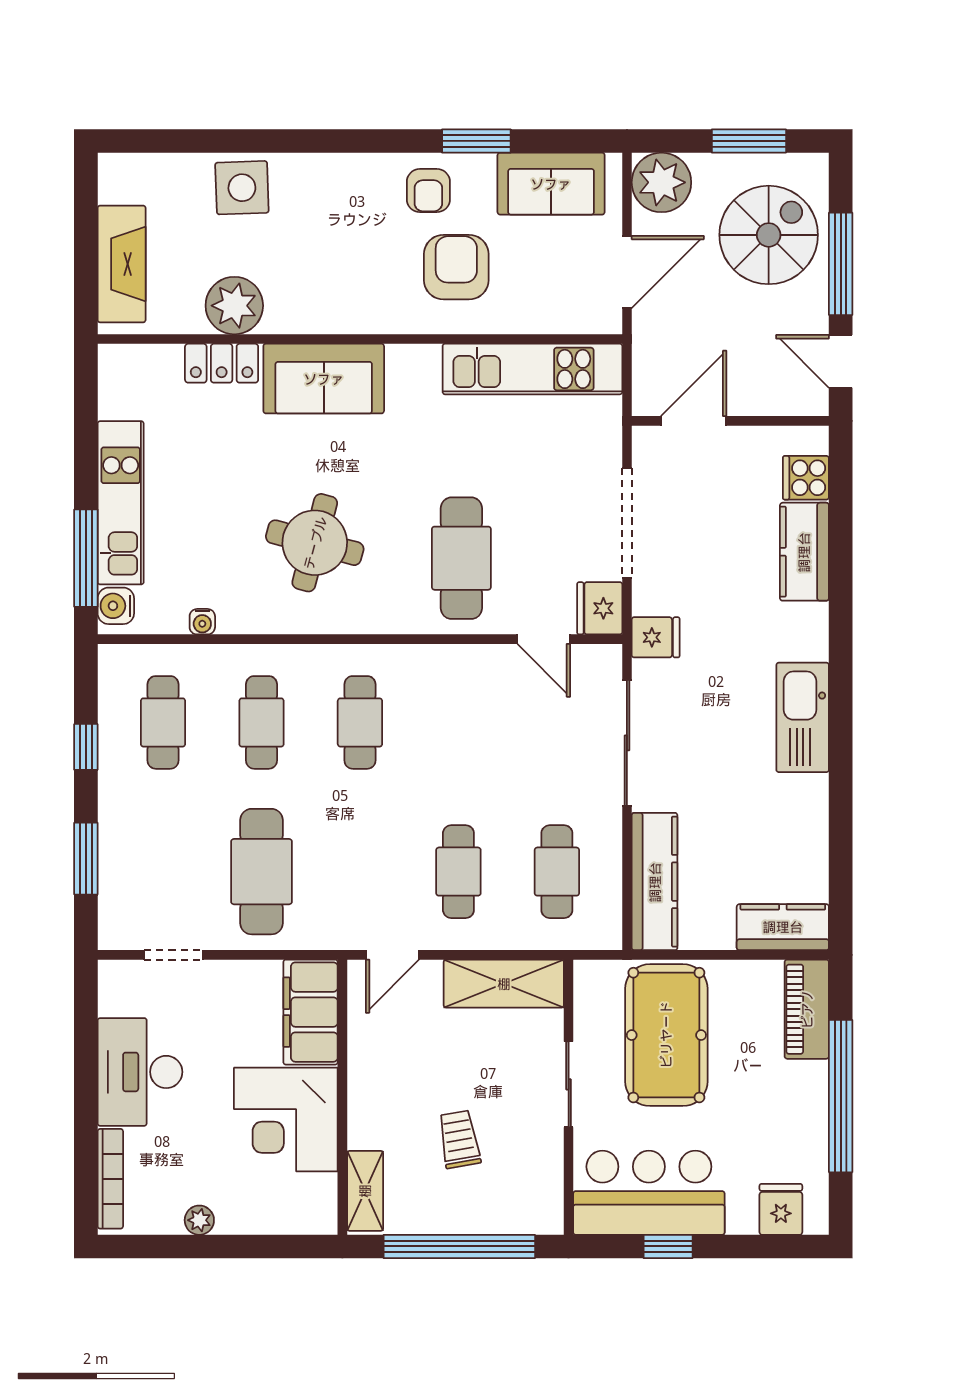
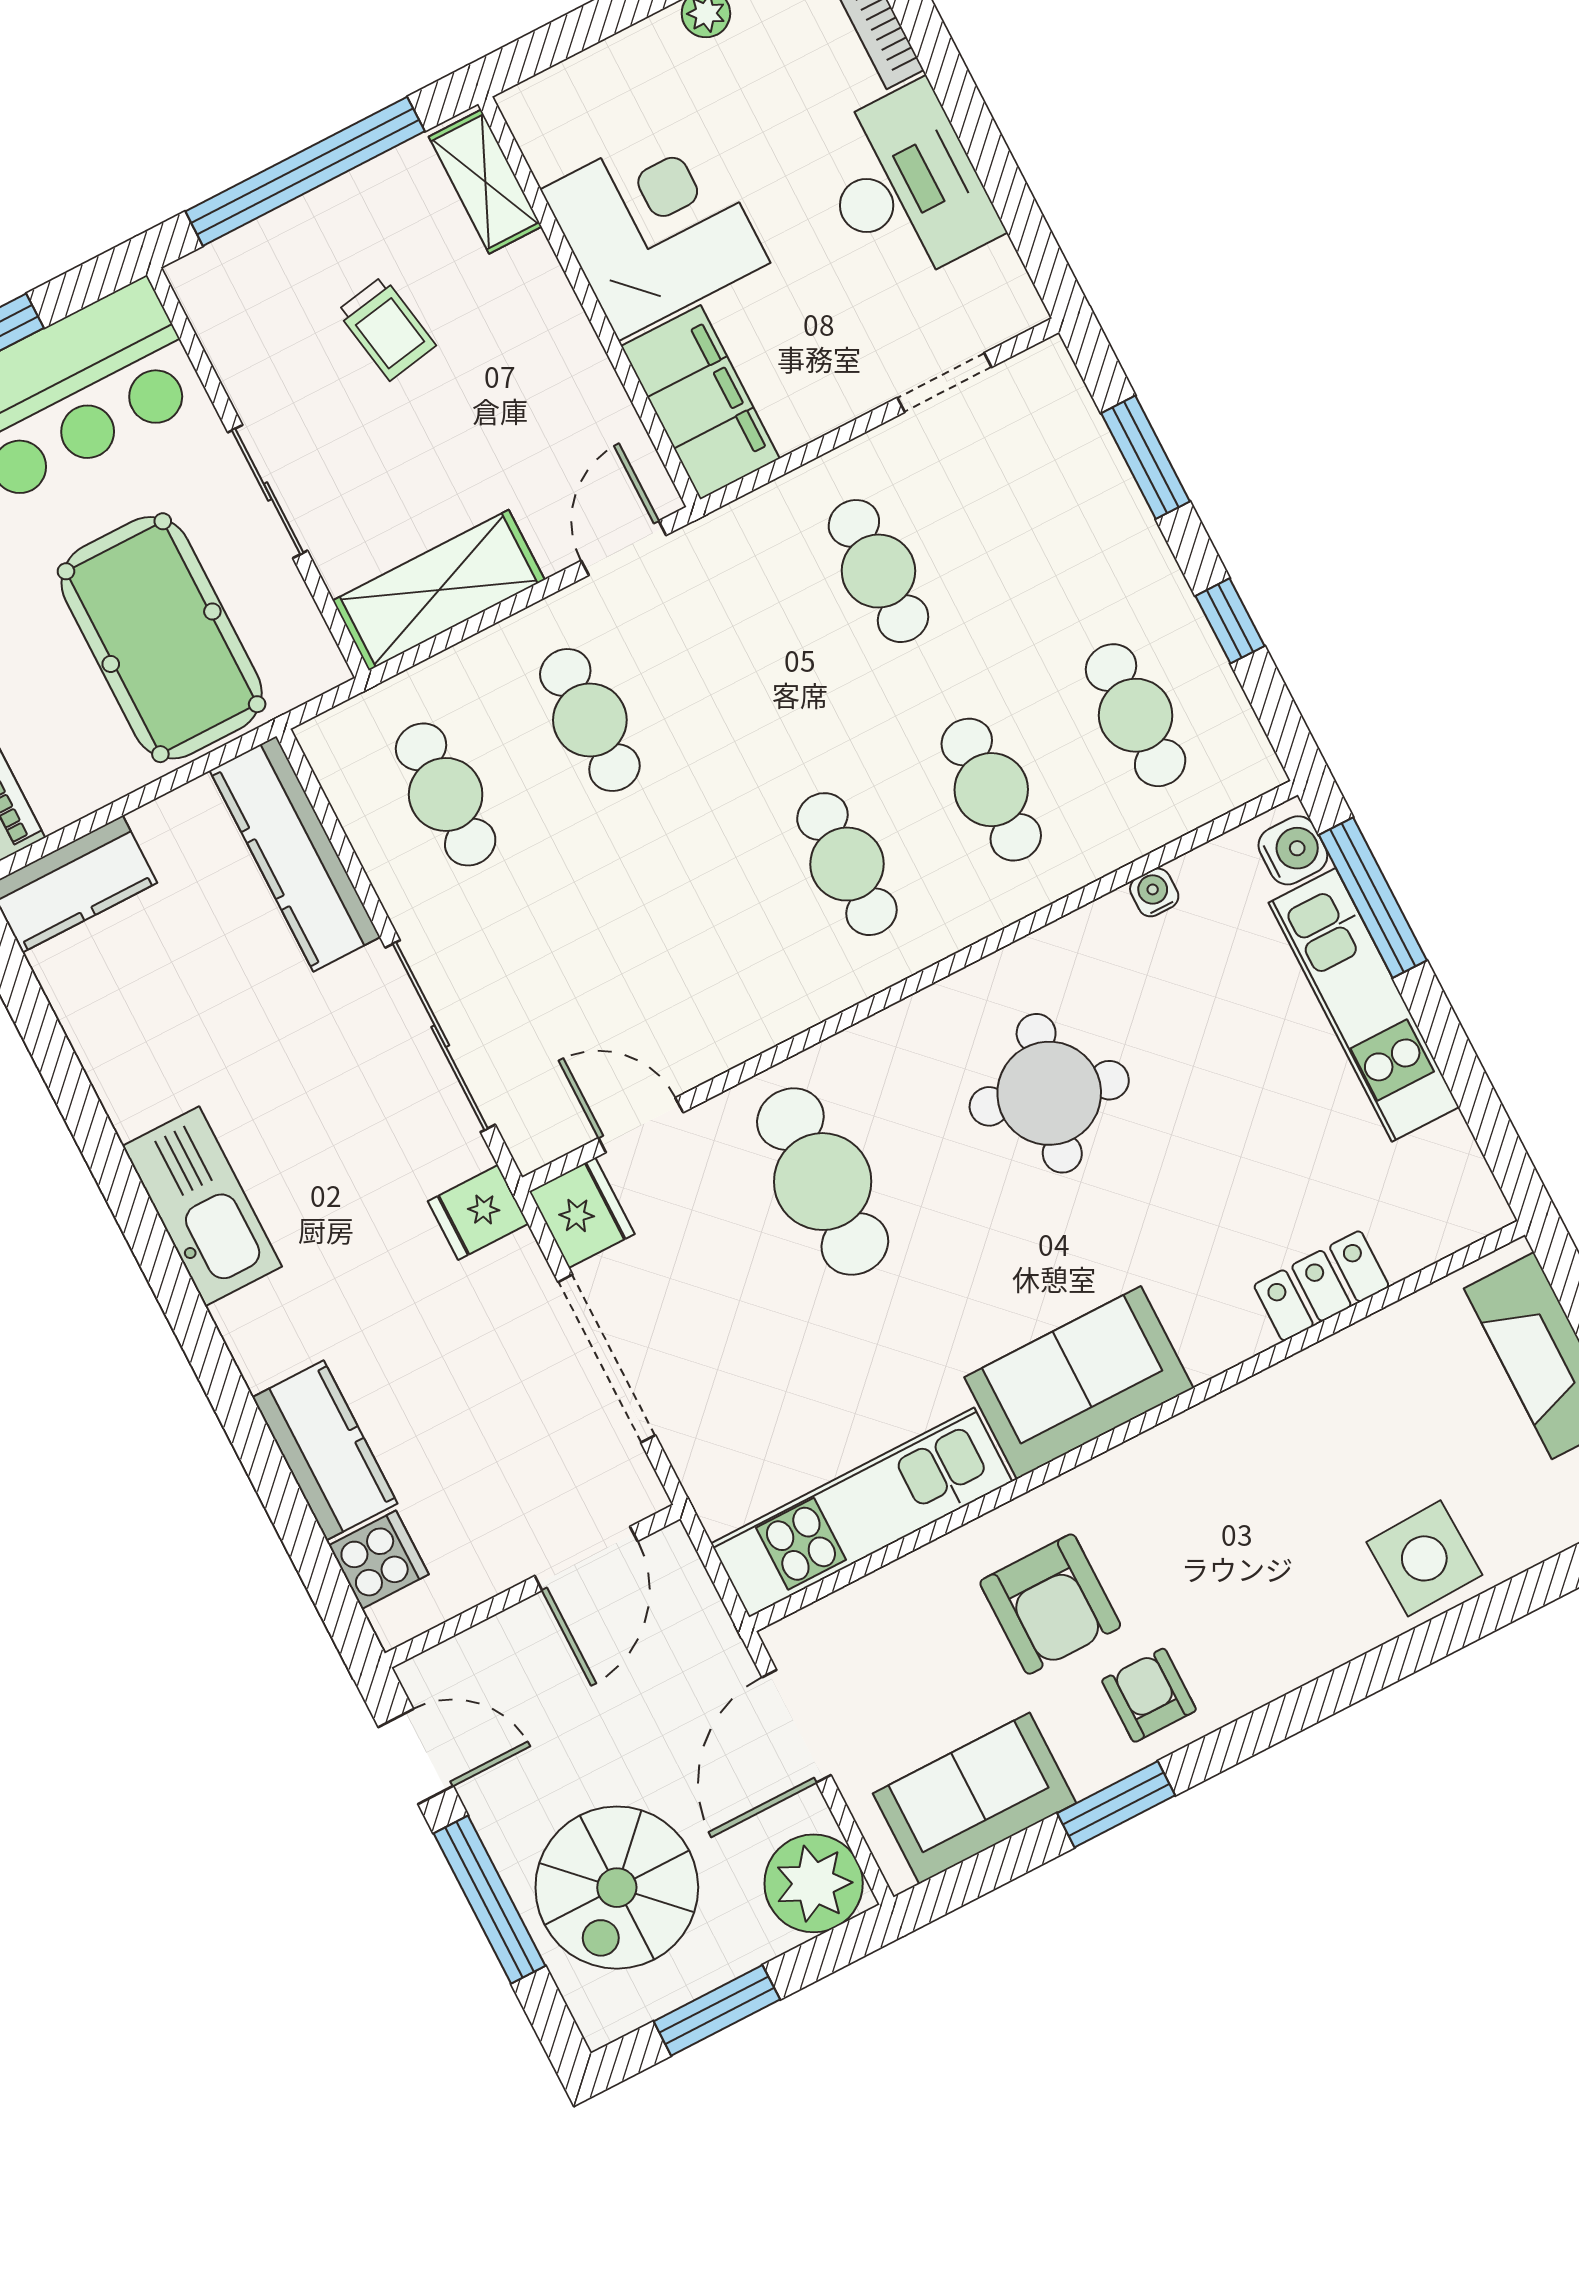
plant: (234, 306) -> (1346, 1380), removed
sofa: (324, 379) -> (1079, 1383), moved
cafe table: (261, 872) -> (878, 571), width x0.73, depth x0.74

